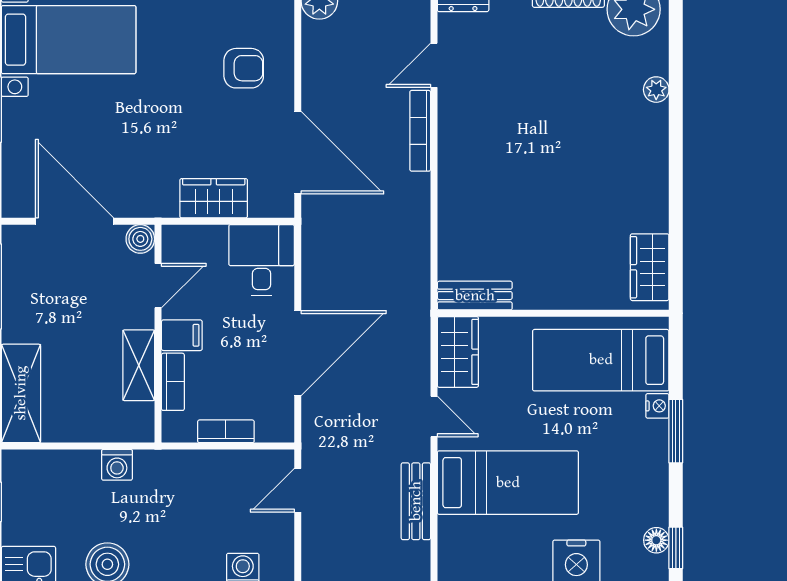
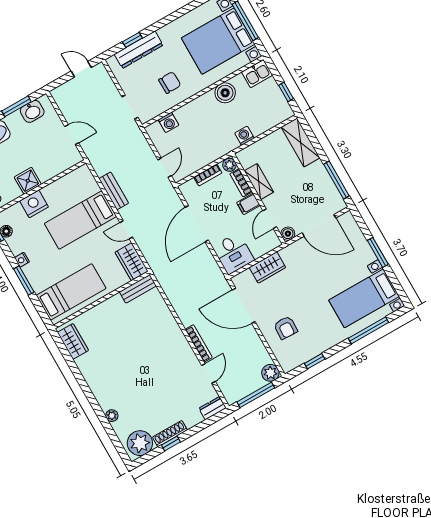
armchair: (244, 68) -> (286, 328), turned -88
nightstand: (657, 406) -> (22, 260), moved
plant: (175, 427) -> (229, 165), added

